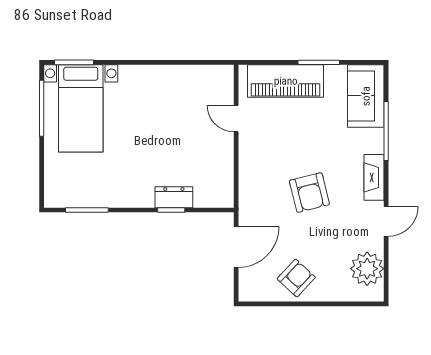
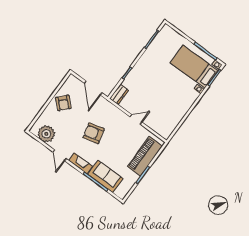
sofa: (366, 96) -> (105, 176), moved
door: (236, 119) -> (136, 119), moved
dresser: (174, 197) -> (119, 94), moved

